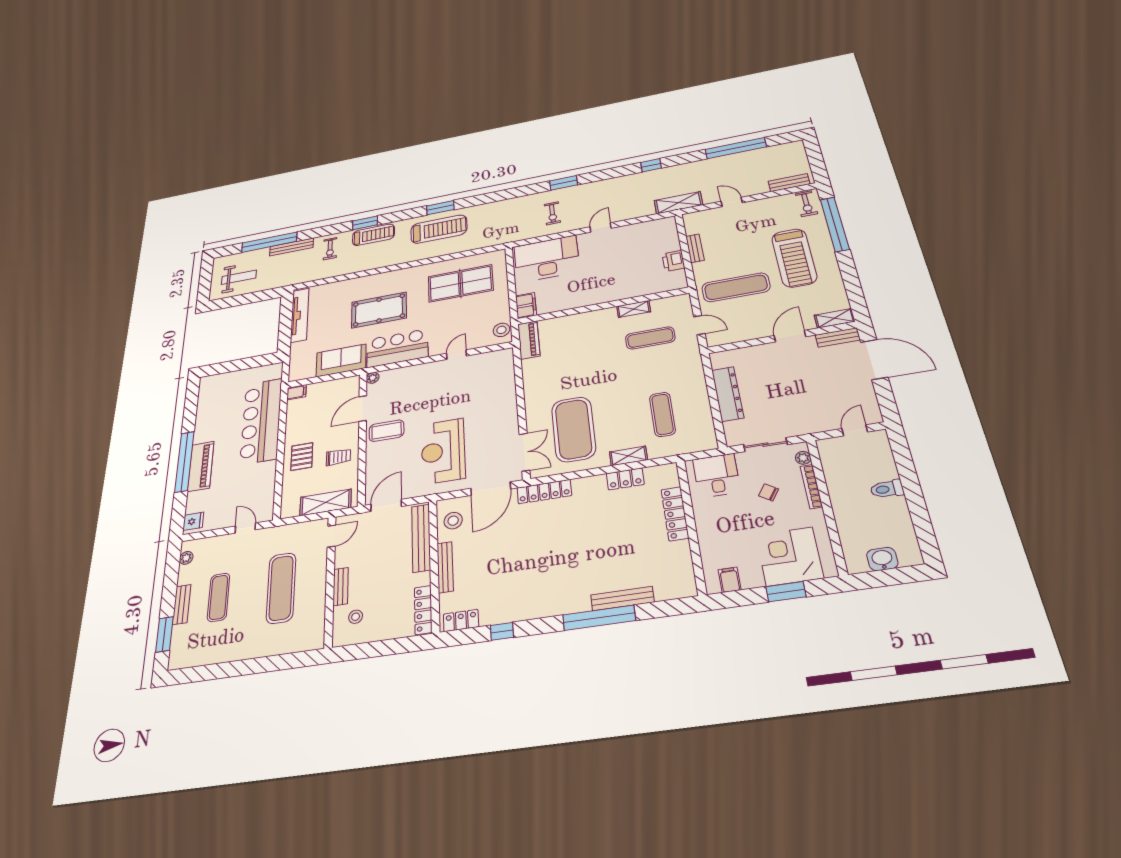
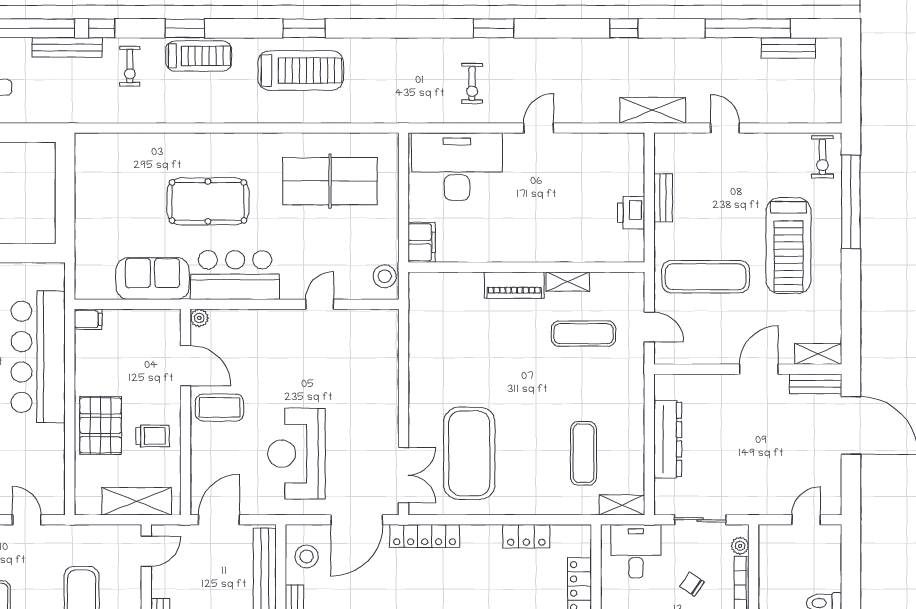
bench: (789, 183) -> (788, 48), moved
window: (313, 233) -> (102, 28), added
tv unit: (300, 315) -> (87, 183), removed
piano: (529, 340) -> (514, 285), moved, turned 90
door: (363, 408) -> (186, 366), swing flipped
pallet: (302, 456) -> (101, 425), width x1.50, depth x1.42
shelving: (628, 456) -> (622, 505), moved

